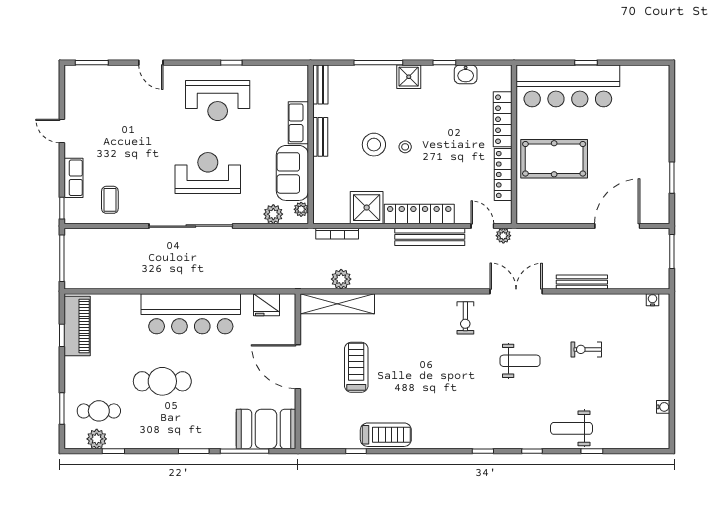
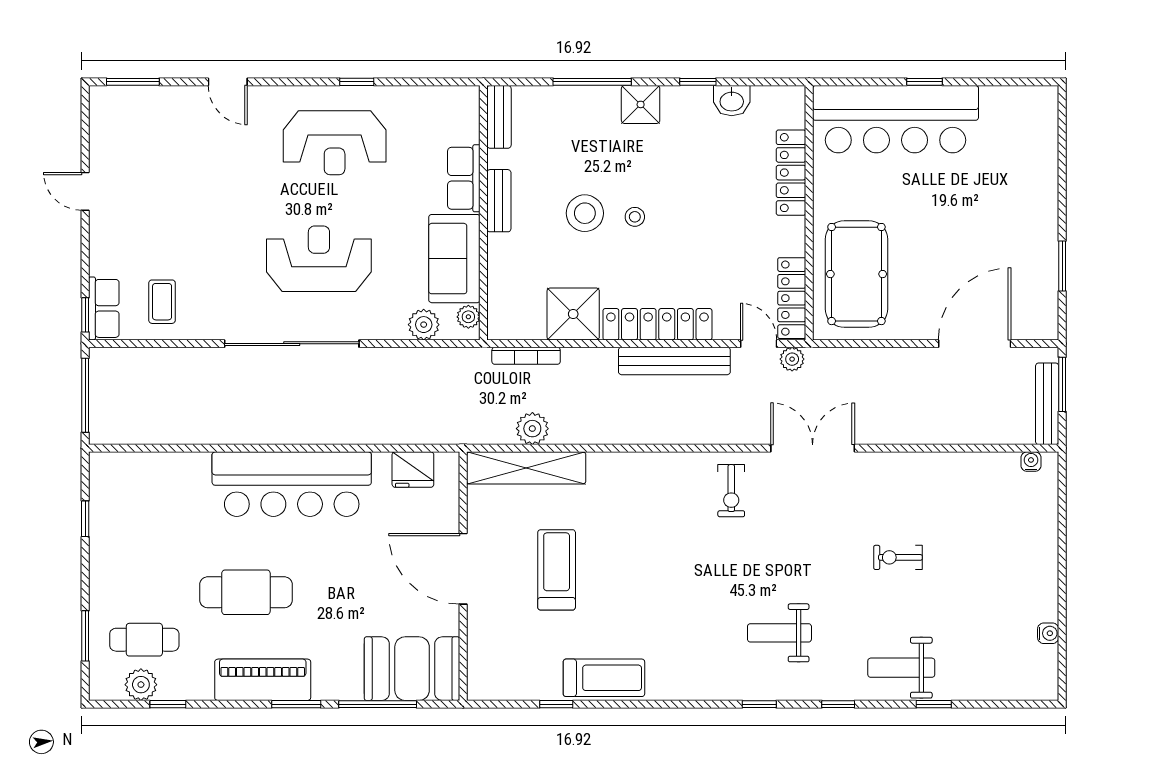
pool table: (554, 159) -> (856, 274), moved, turned 90
locker: (503, 174) -> (792, 298), moved
row of seats: (74, 178) -> (104, 308), moved
bench: (582, 282) -> (1047, 404), moved, turned 90
piano: (77, 326) -> (263, 680), moved, turned -90
exercise bike: (586, 349) -> (898, 557), moved
weight bench: (520, 361) -> (779, 633), moved, turned 180

